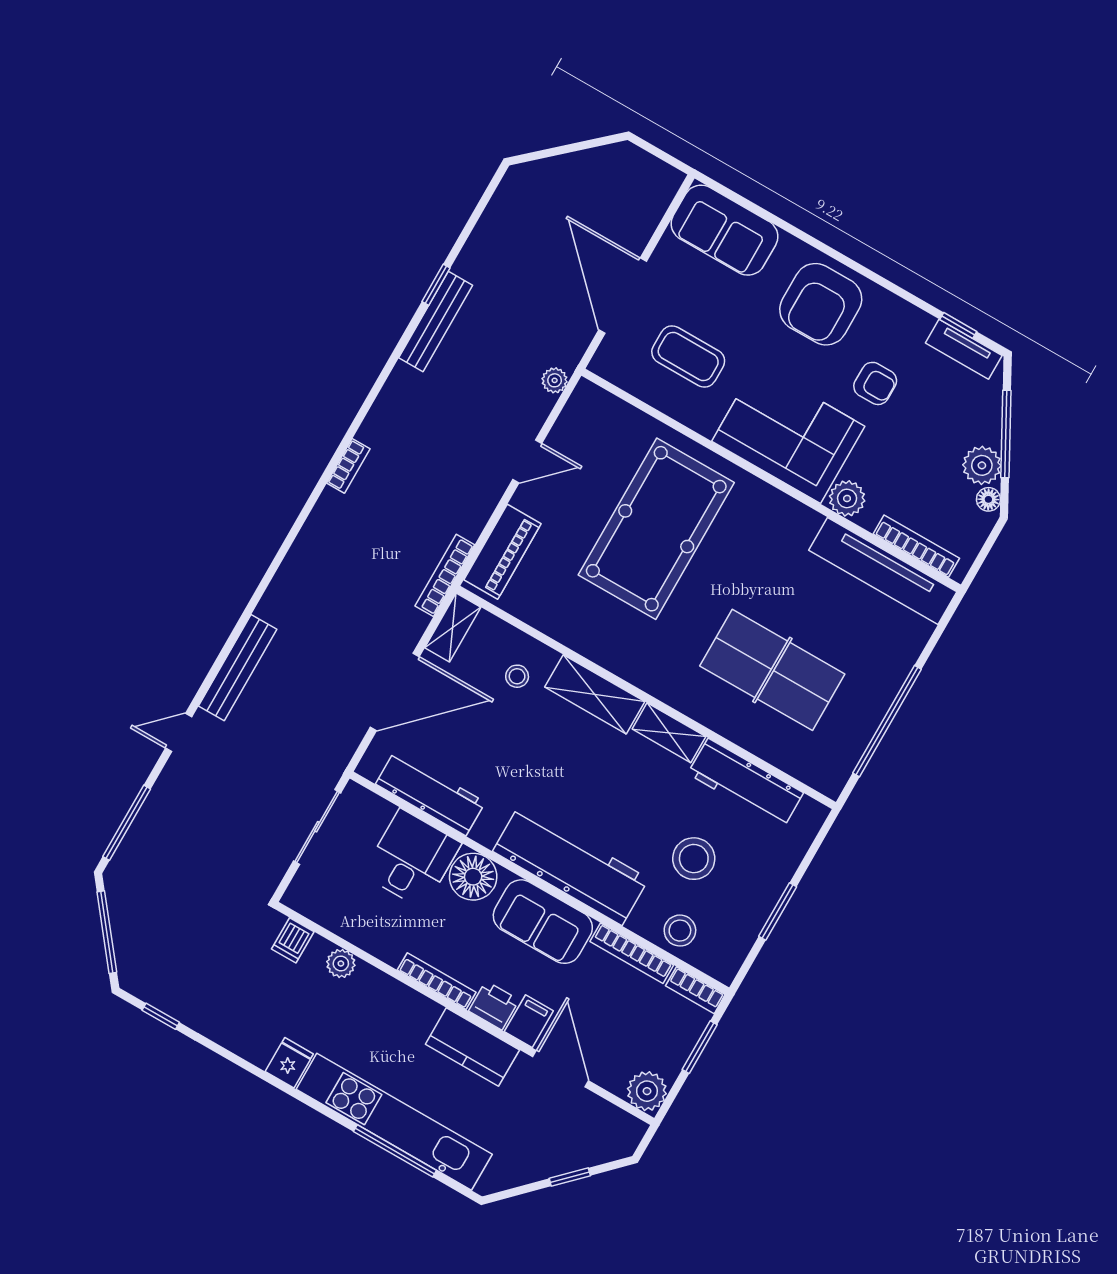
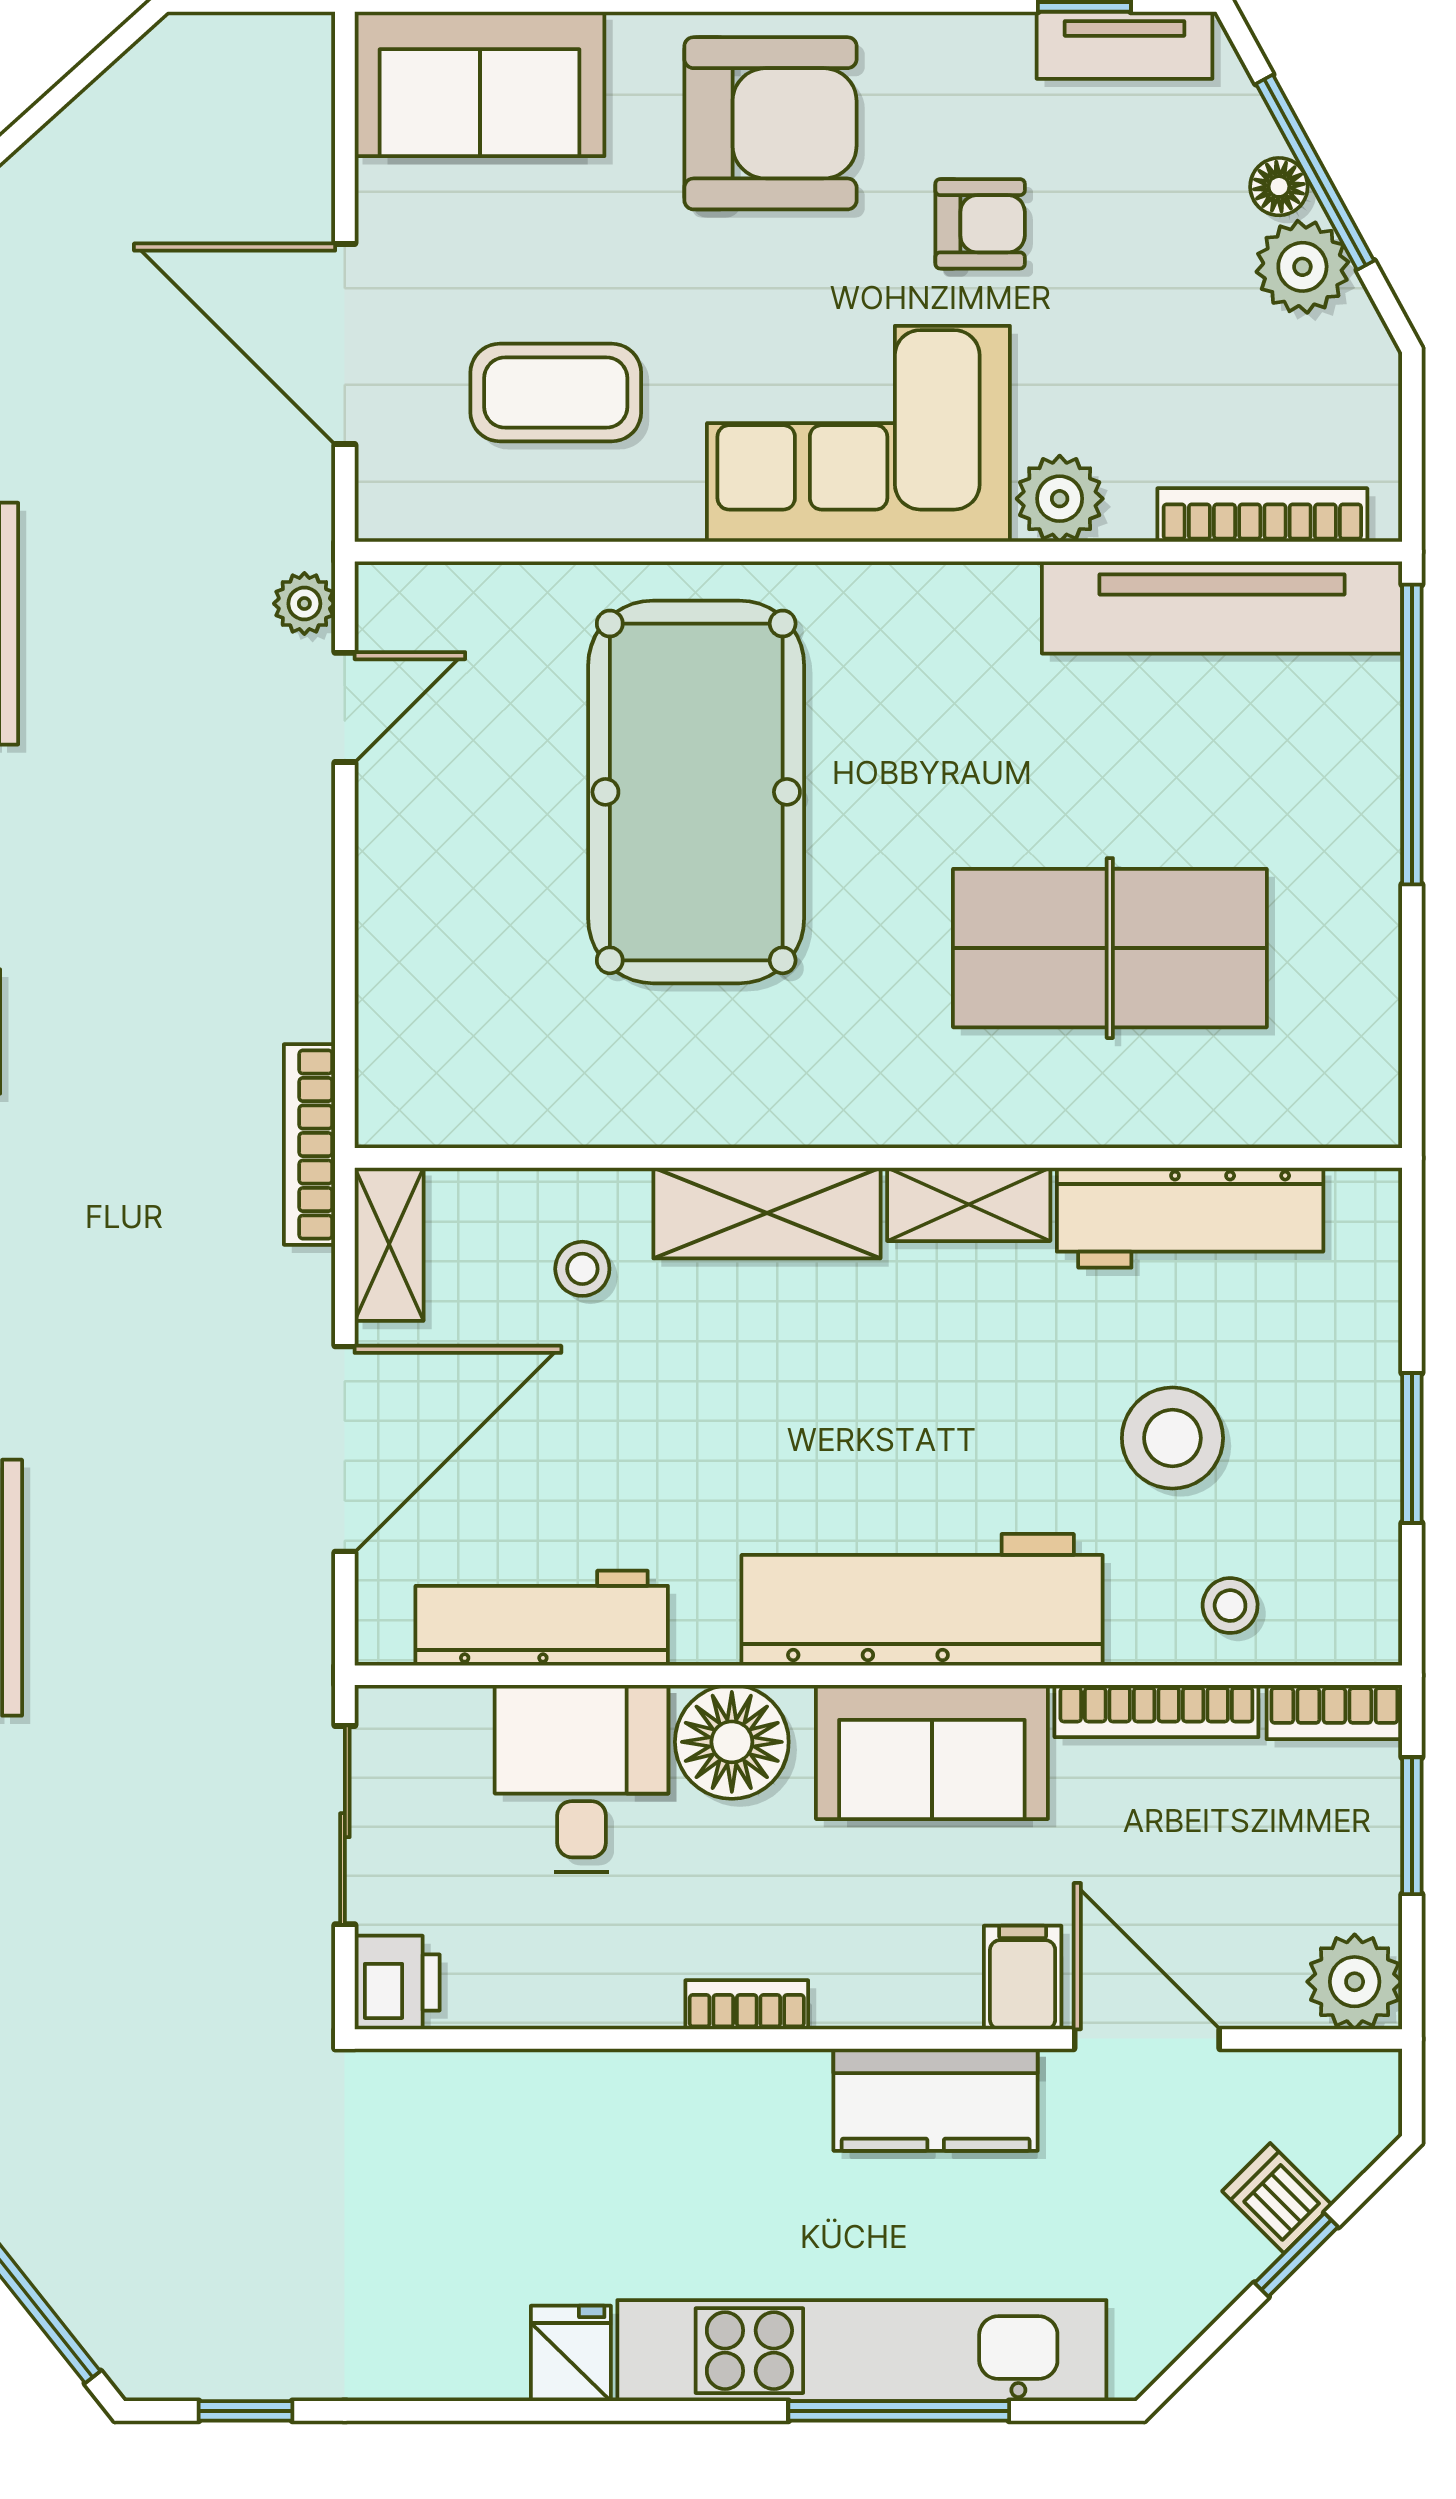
armchair: (821, 304) -> (770, 123), turned -90
door: (527, 461) -> (345, 707), moved
floor lamp: (988, 499) -> (1279, 187), moved
piano: (502, 552) -> (402, 1026), removed
window: (887, 721) -> (1412, 735), moved
stool: (680, 931) -> (1230, 1606), width x0.73, depth x0.73
dishwasher: (293, 940) -> (1277, 2198), moved, turned 135
plant: (341, 964) -> (559, 2083), removed
bookcase: (437, 981) -> (747, 2005), width x0.64
printer: (494, 1005) -> (397, 1982), moved, turned 90

